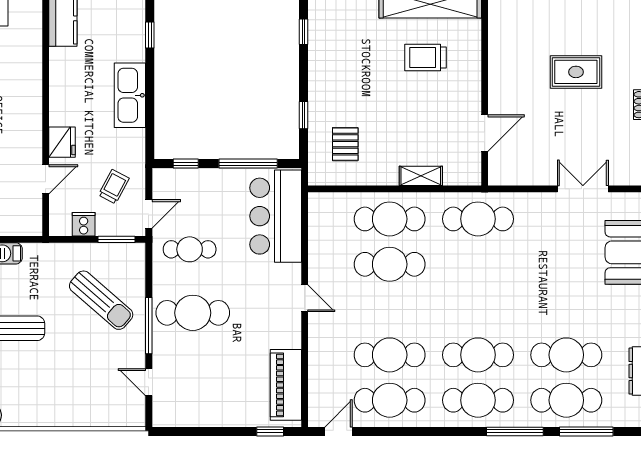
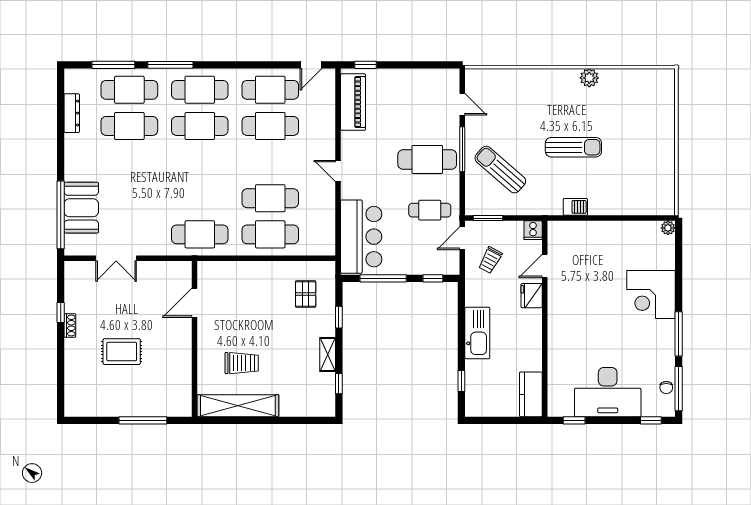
shelving: (421, 176) -> (328, 354), moved, turned 90
cooker: (84, 224) -> (533, 230), moved

